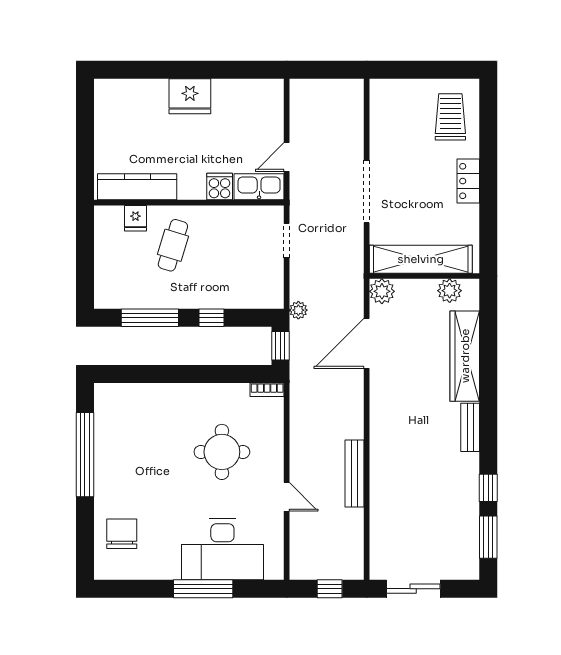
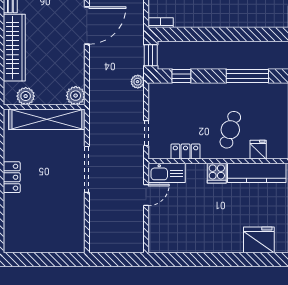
fridge: (190, 96) -> (259, 240), moved
trolley: (450, 117) -> (25, 225), removed
cooker: (220, 187) -> (217, 173), moved
locker: (233, 216) -> (186, 152), added
window: (211, 318) -> (181, 76), moved
door: (367, 343) -> (87, 25), moved

